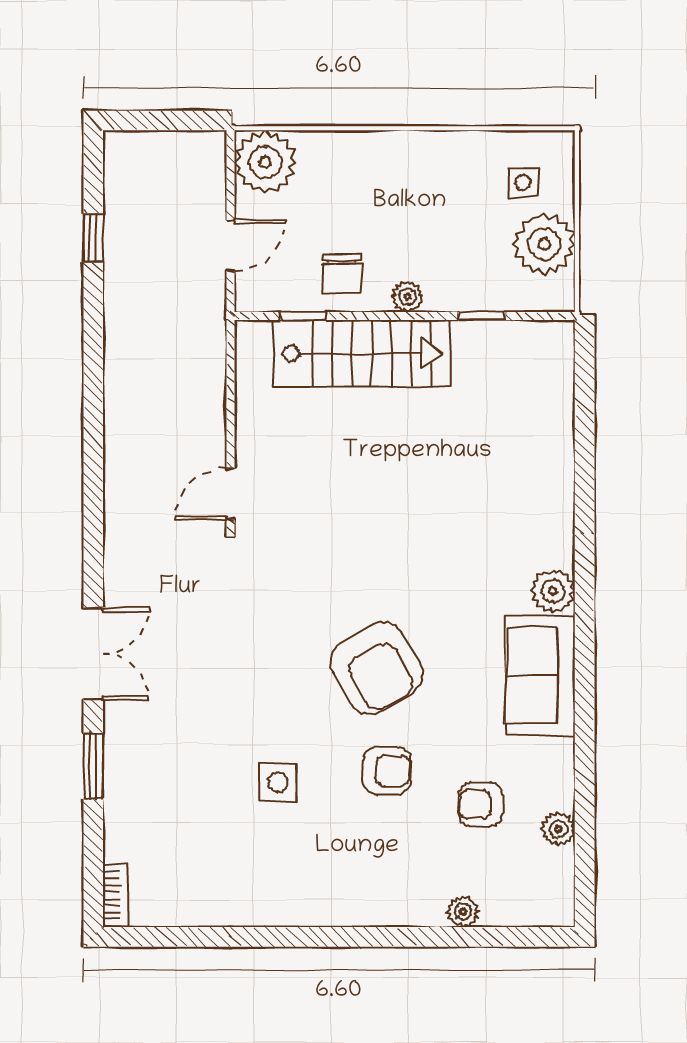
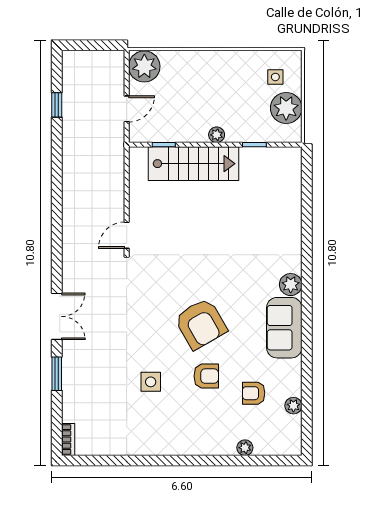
chair: (342, 273) -> (183, 123), removed

